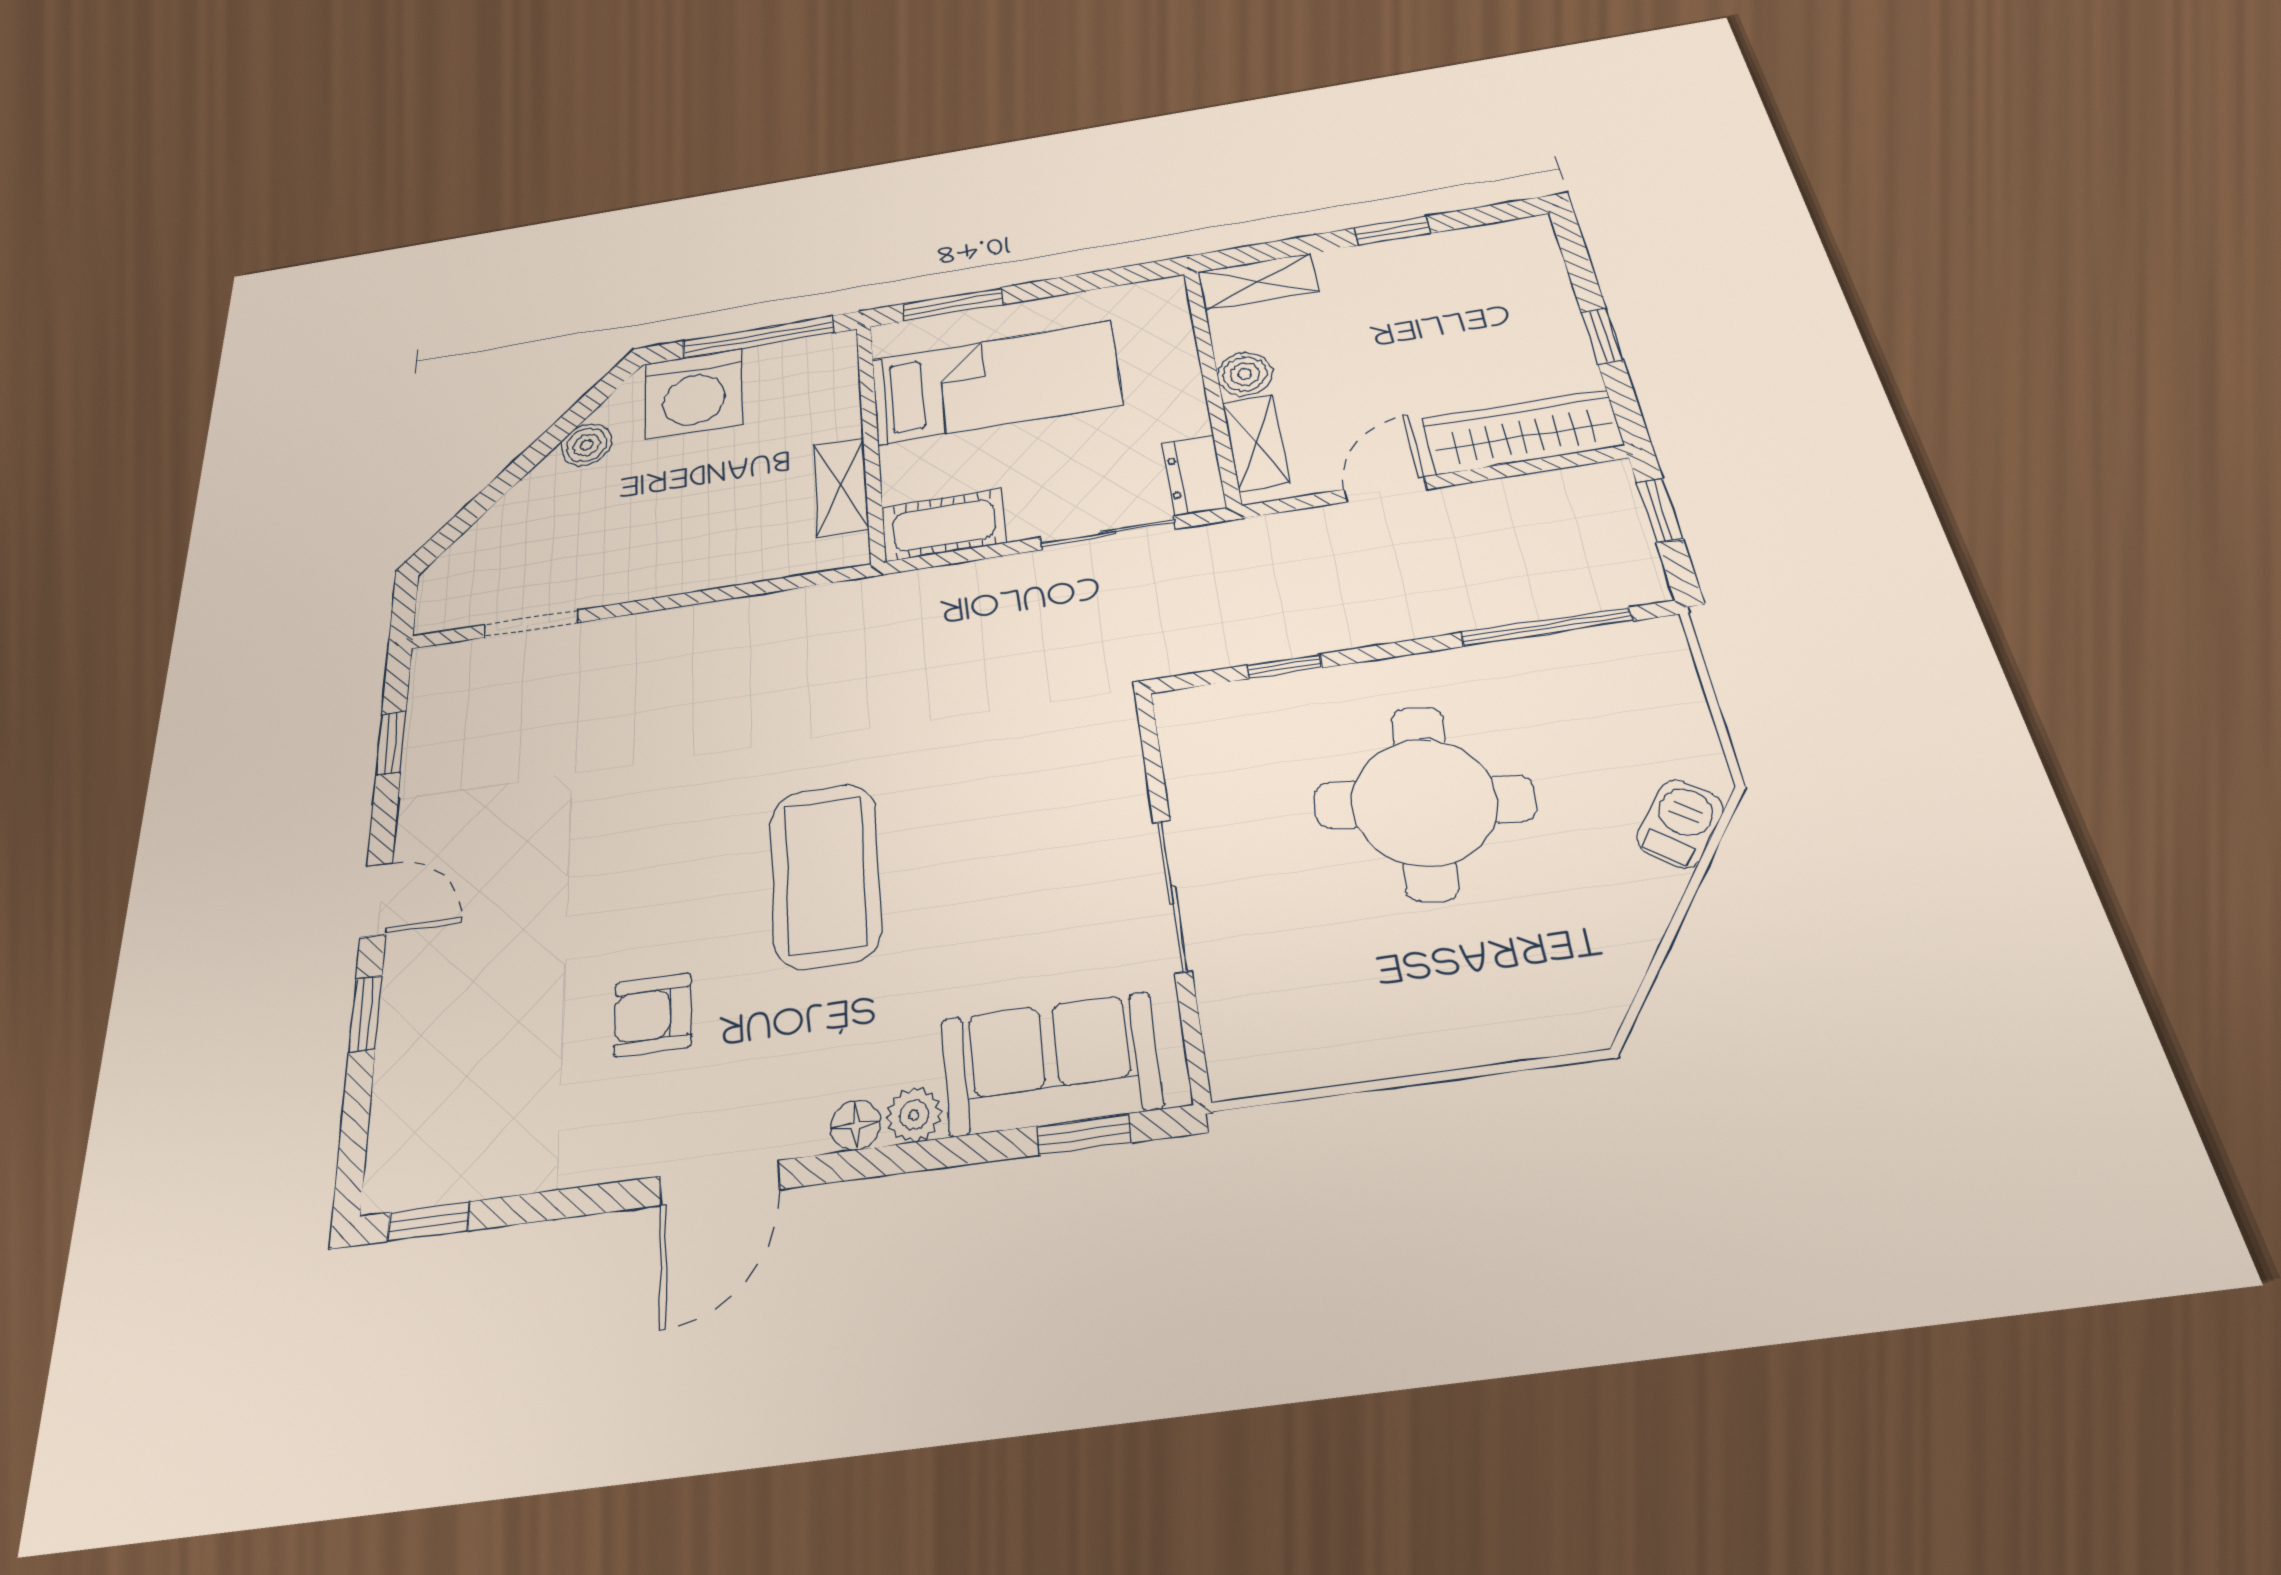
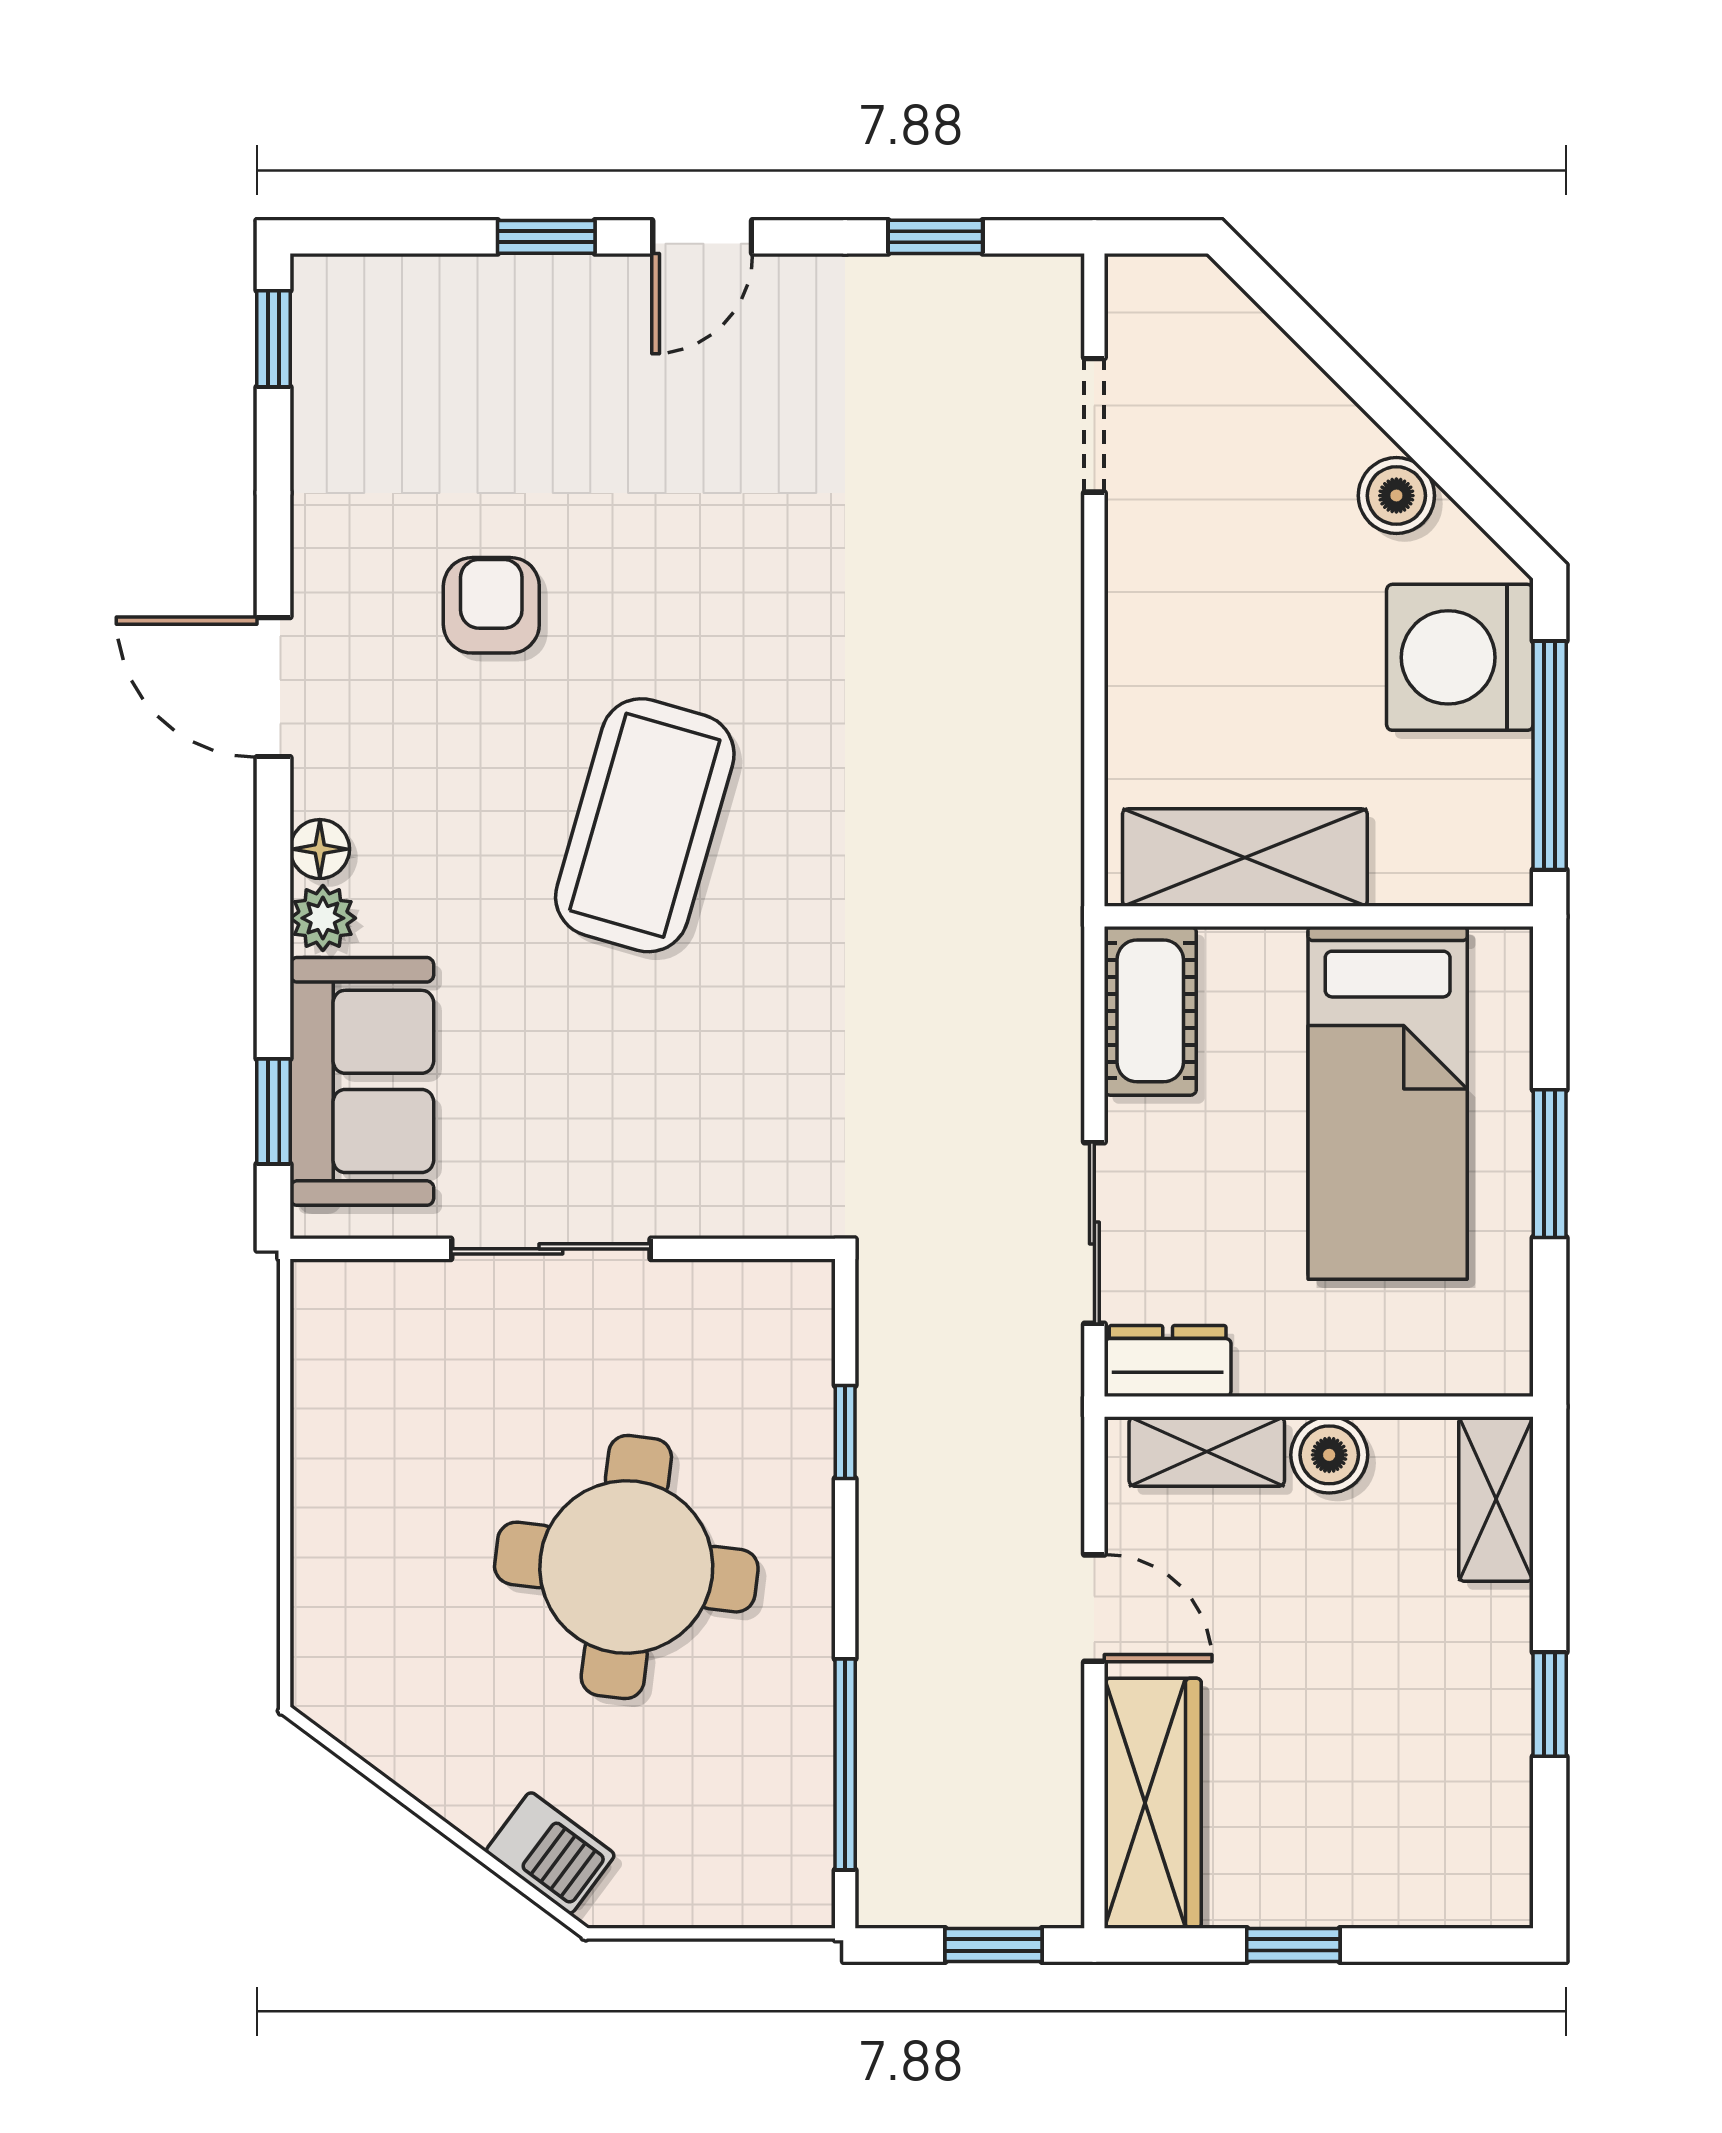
window: (953, 304) -> (1550, 1164), moved
shelving: (841, 487) -> (1245, 858), width x1.50, depth x1.33
coffee table: (825, 875) -> (645, 825), turned -74

